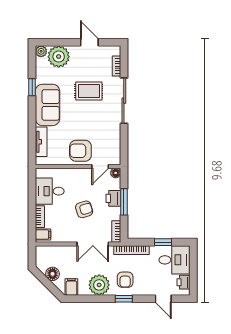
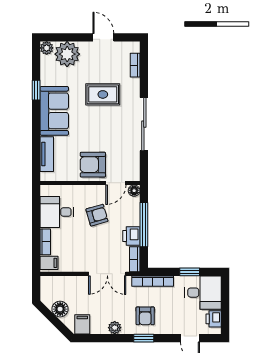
sliding door: (124, 101) -> (144, 124), moved
printer: (113, 198) -> (131, 236), moved
window: (124, 202) -> (144, 225), width x1.44
armchair: (84, 209) -> (97, 215), moved
plant: (99, 285) -> (115, 328), width x0.53, depth x0.53

